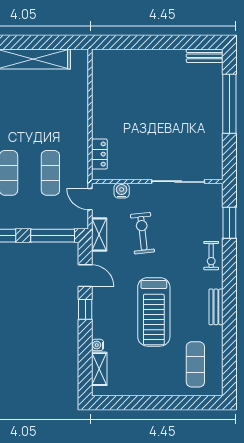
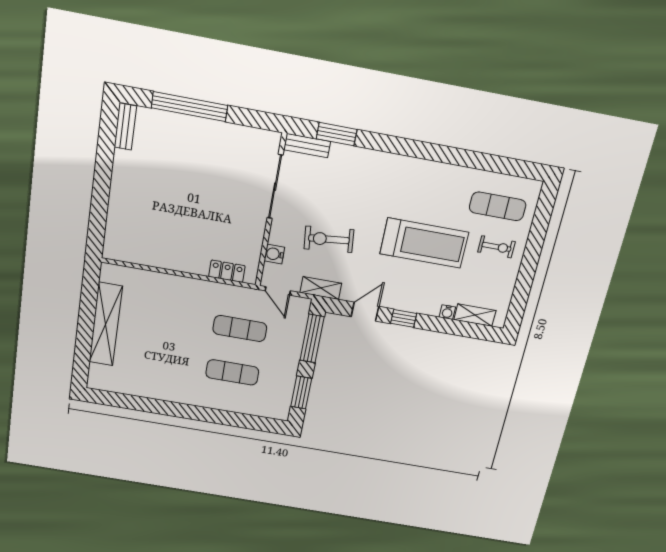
door: (90, 199) -> (278, 291), hinge flipped
exercise bike: (211, 256) -> (497, 247), moved
bench: (216, 307) -> (307, 146), moved

